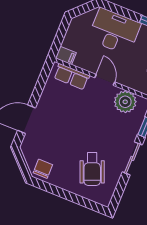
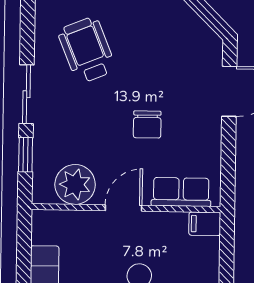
door: (105, 80) -> (123, 208), swing flipped
chair: (43, 169) -> (147, 124), moved

